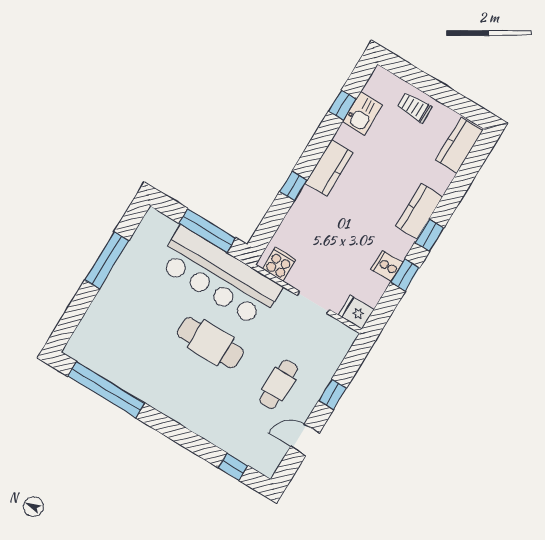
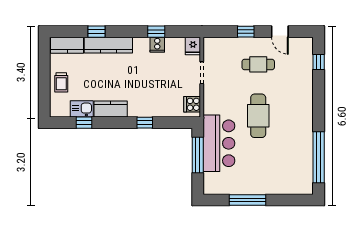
kitchen counter: (329, 168) -> (111, 109), moved
kitchen counter: (419, 211) -> (108, 45), width x1.50
window: (429, 235) -> (97, 32), moved
bar counter: (219, 276) -> (219, 143), width x0.73

